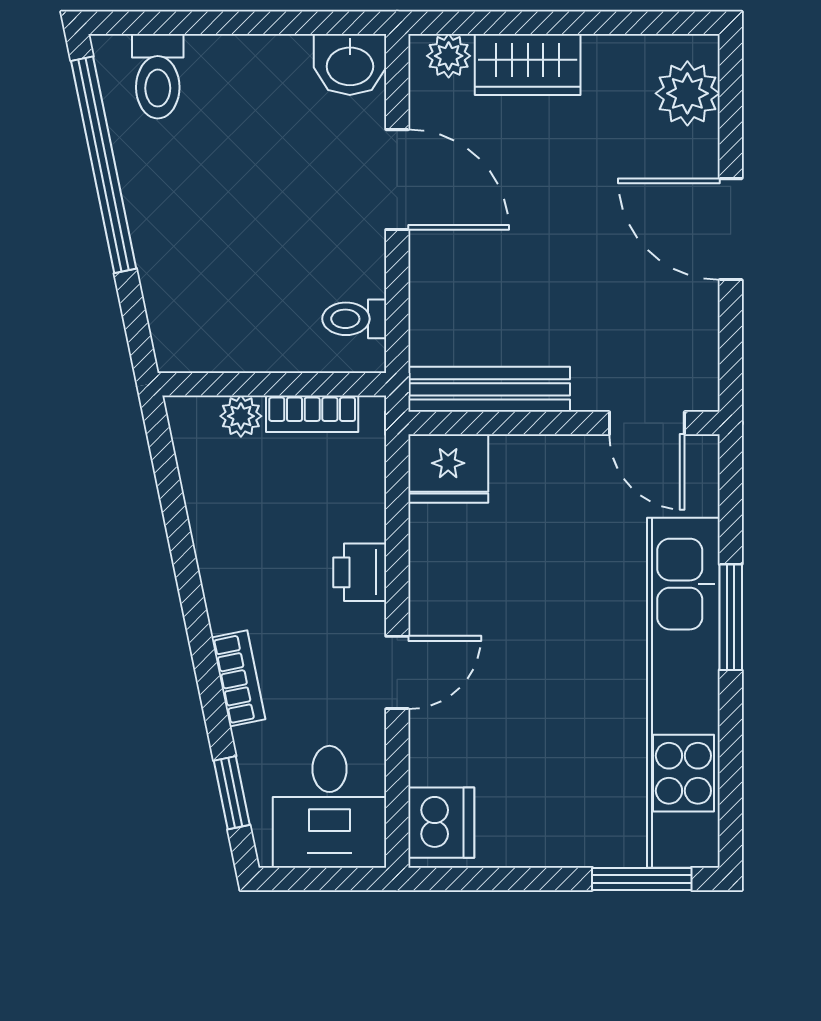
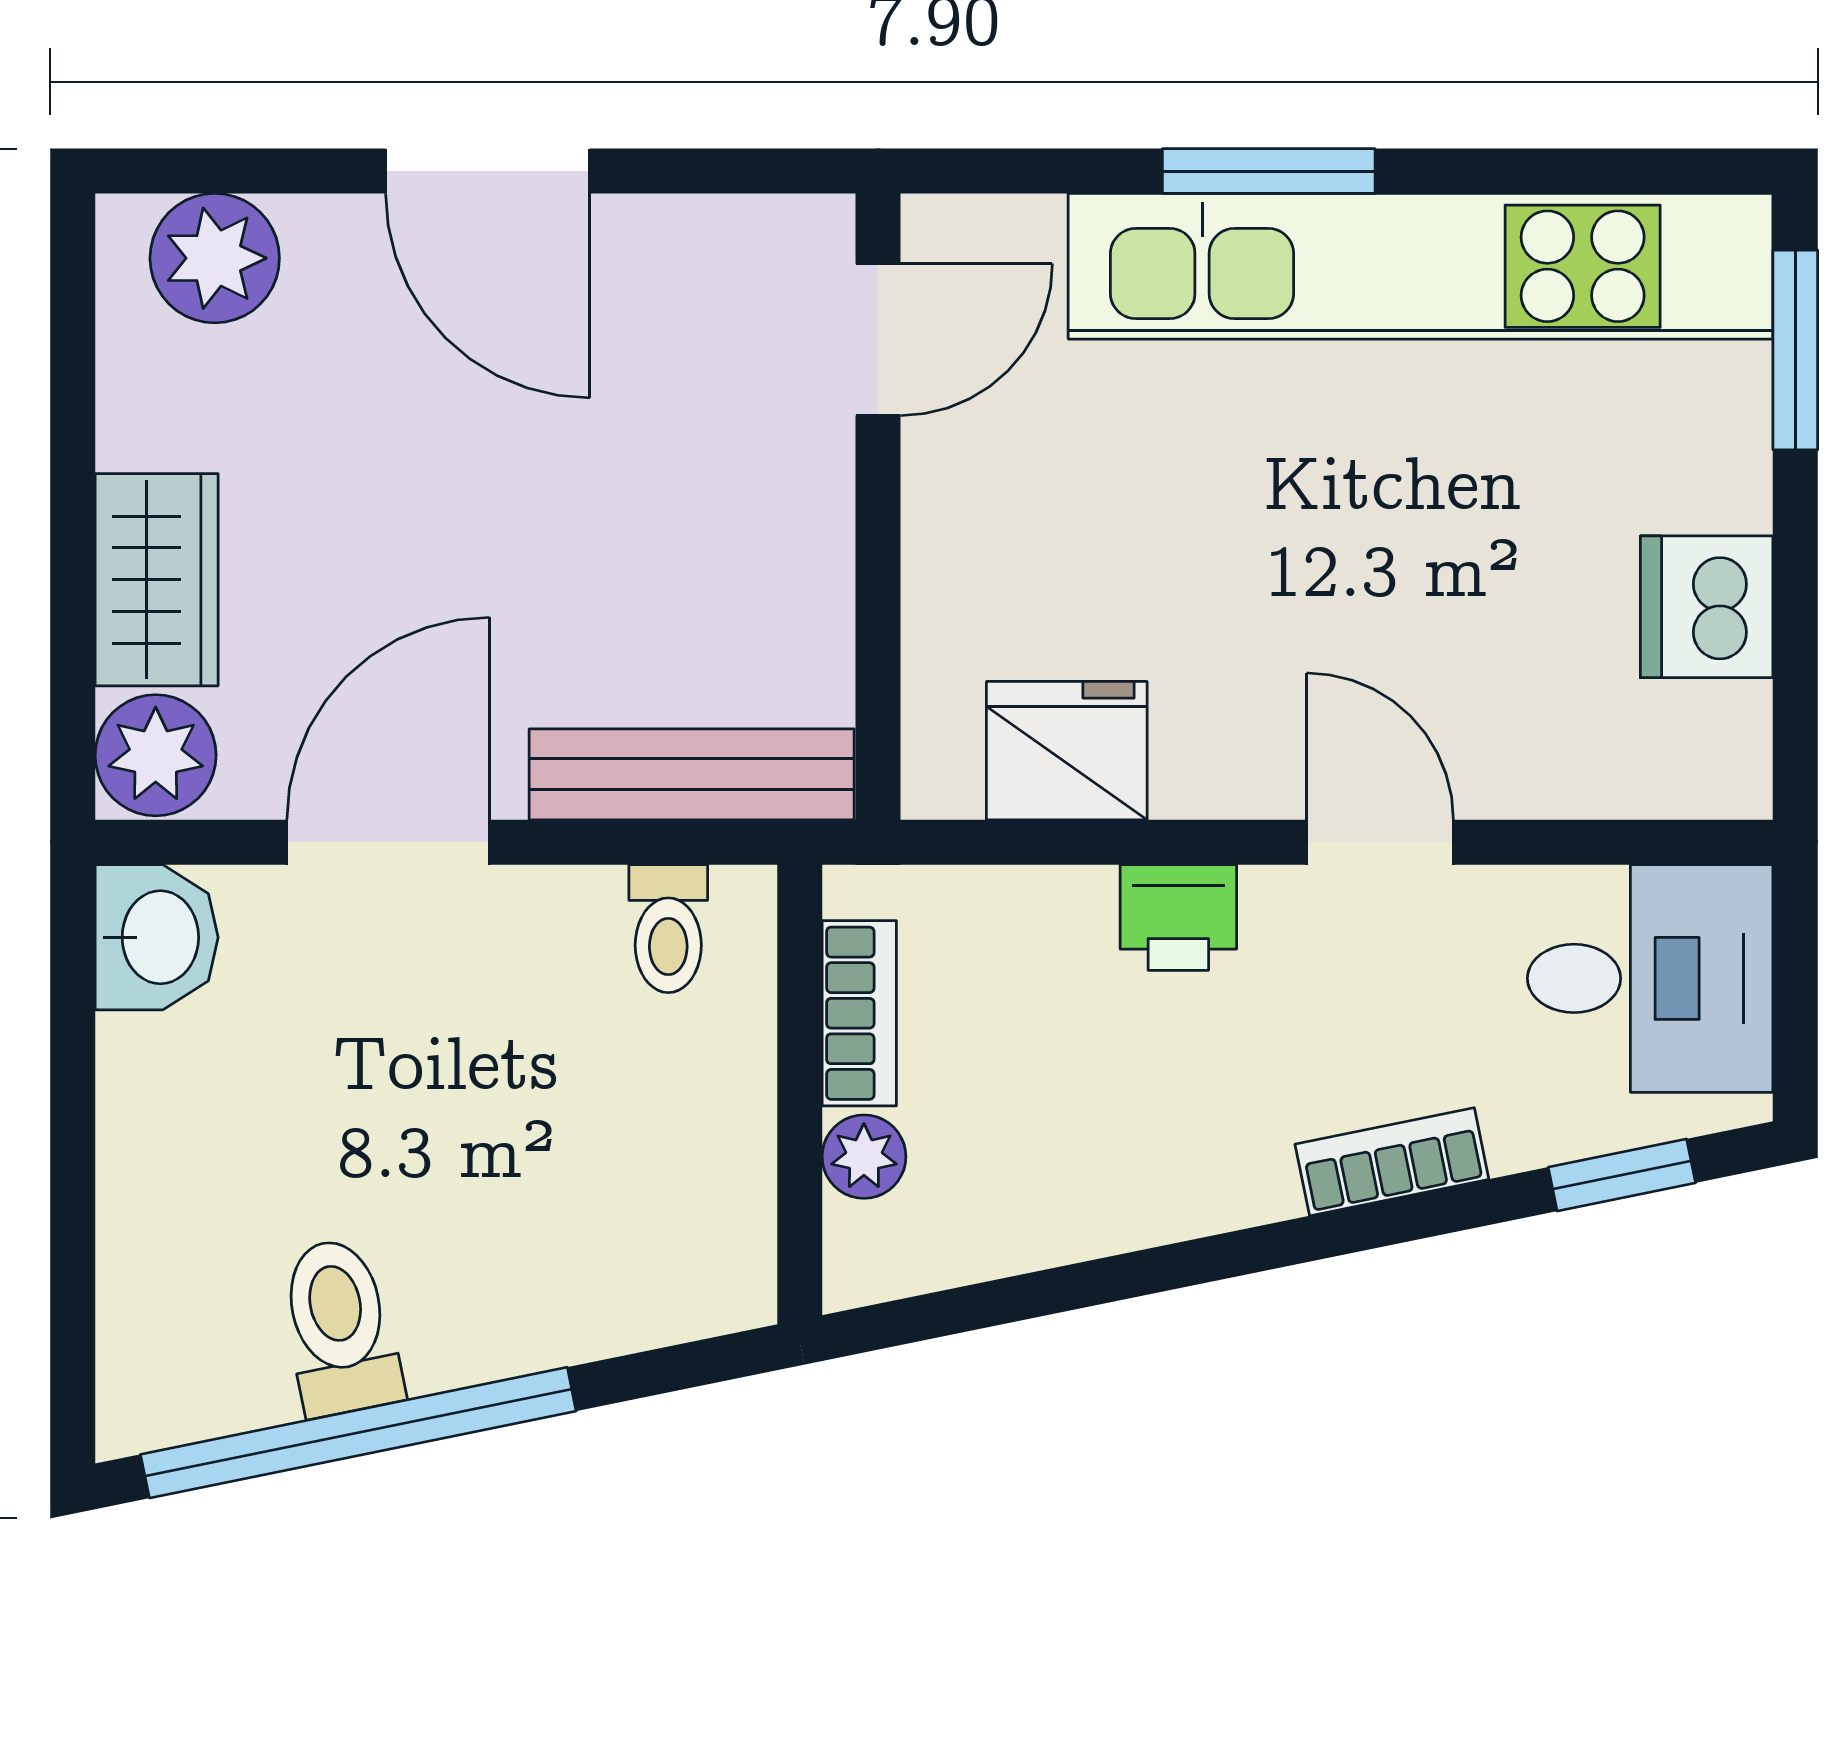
plant: (449, 56) -> (156, 755), width x1.38, depth x1.38
toilet: (158, 76) -> (340, 1327), moved, turned -102
door: (731, 229) -> (488, 171), hinge flipped
bench: (489, 389) -> (692, 774), moved, turned 90
fridge: (448, 469) -> (1067, 751), moved, turned -90
dishwasher: (441, 823) -> (1707, 607), moved, turned -90

